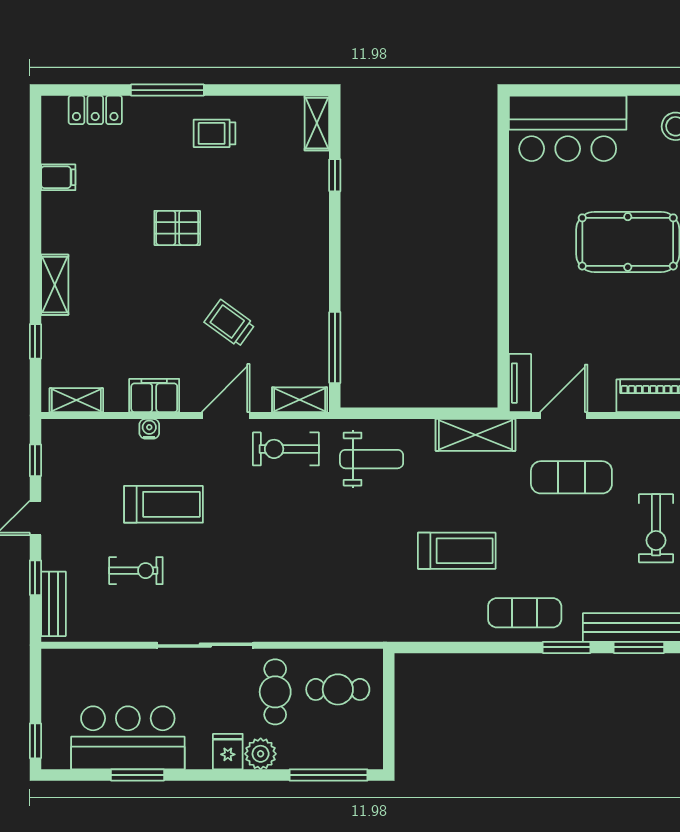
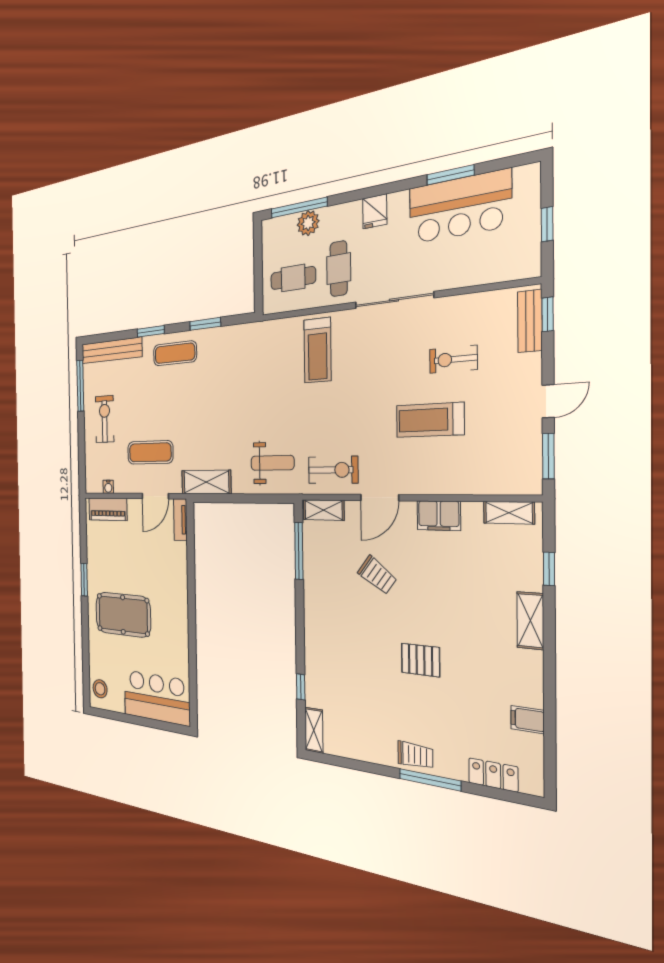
trolley: (215, 133) -> (415, 755), moved
water cooler: (149, 429) -> (108, 487), moved
weight bench: (372, 459) -> (272, 463), turned 180
window: (35, 460) -> (548, 456), width x1.50
treadmill: (457, 551) -> (318, 350), moved, turned -90
window: (35, 578) -> (548, 314), moved
window: (639, 647) -> (205, 324), moved
window: (35, 741) -> (547, 224), moved
plant: (261, 754) -> (308, 223), moved

